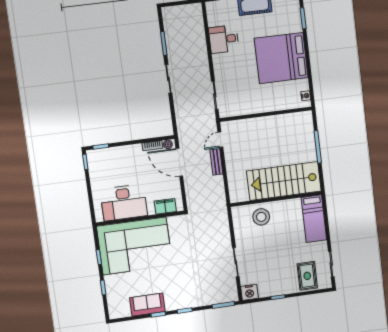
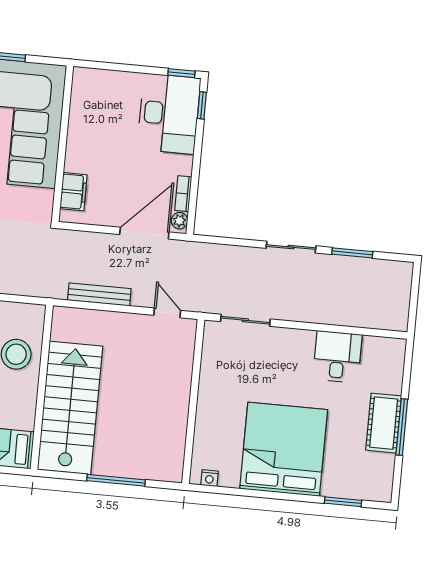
bench: (216, 162) -> (99, 294), moved, width x1.36
desk: (124, 203) -> (169, 114), moved, turned 180

